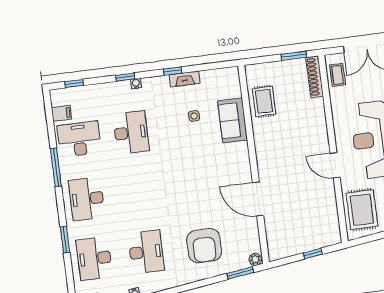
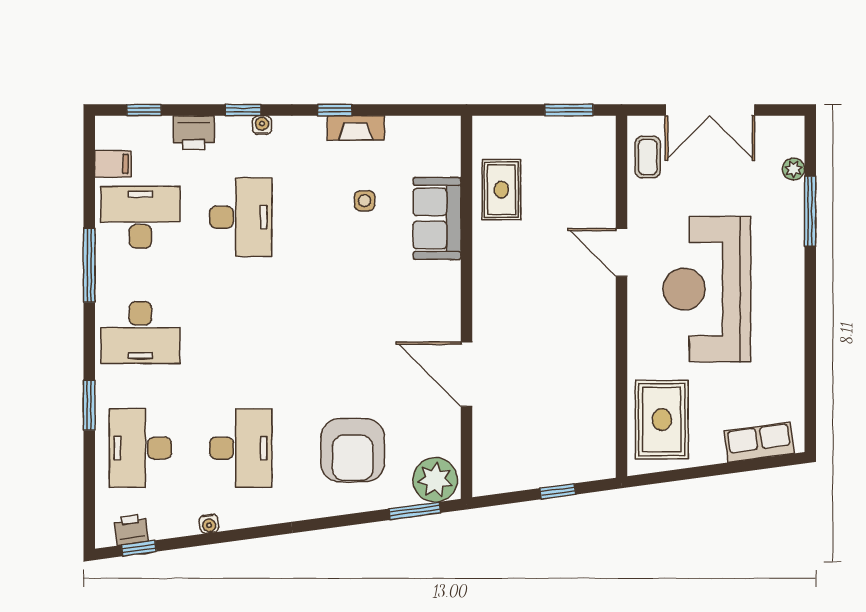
shoe rack: (315, 77) -> (604, 155), removed
printer: (101, 92) -> (194, 133), added
door: (335, 165) -> (621, 252), moved
desk: (87, 199) -> (140, 333), turned -90
plant: (255, 259) -> (435, 480), width x1.88, depth x1.88

